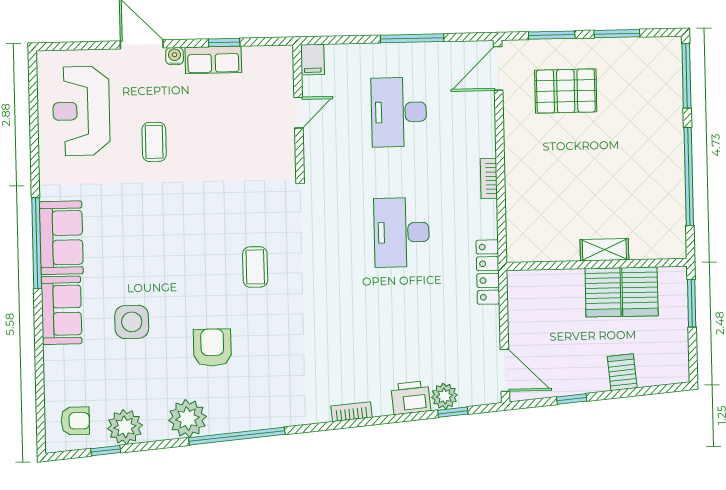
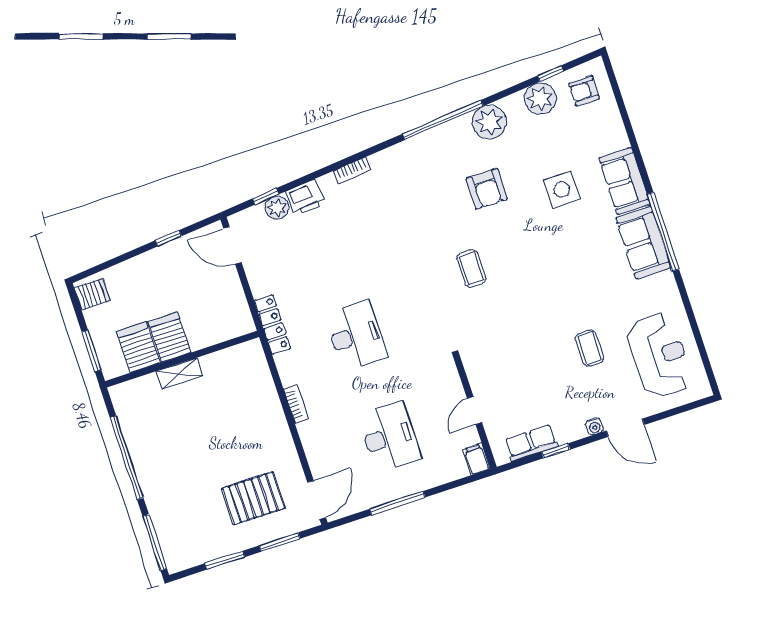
row of seats: (213, 60) -> (531, 443), moved
server rack: (622, 372) -> (92, 294), moved, turned -85

